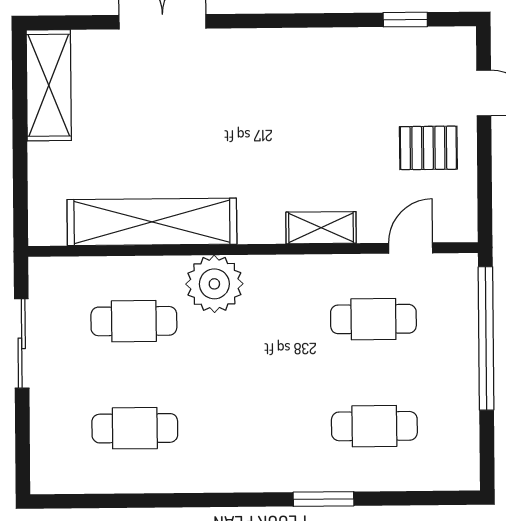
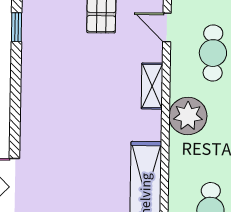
plant: (214, 284) -> (188, 116), moved

